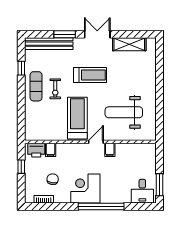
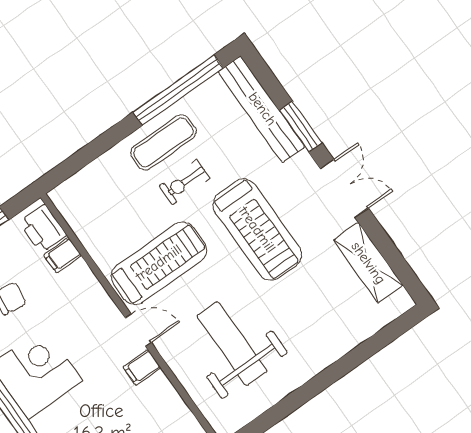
window: (21, 68) -> (178, 90), width x3.17
treadmill: (90, 75) -> (257, 230), width x1.37, depth x1.38

